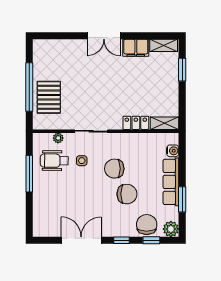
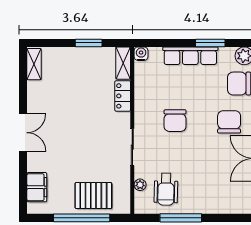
filing cabinet: (136, 48) -> (37, 187), moved
window: (182, 70) -> (89, 43), moved
water cooler: (173, 151) -> (141, 54), moved
side table: (82, 161) -> (166, 158), removed
chair: (127, 194) -> (229, 122), moved

